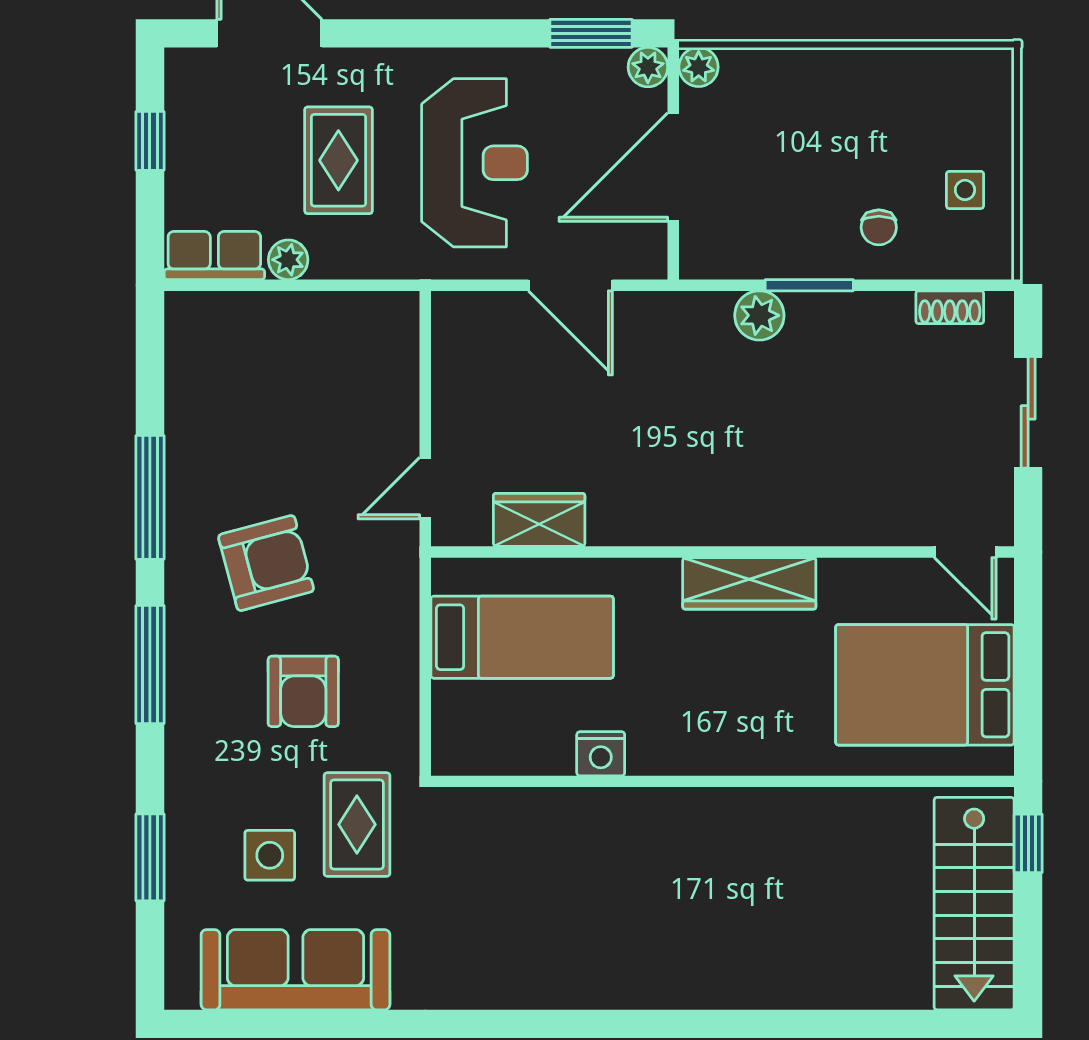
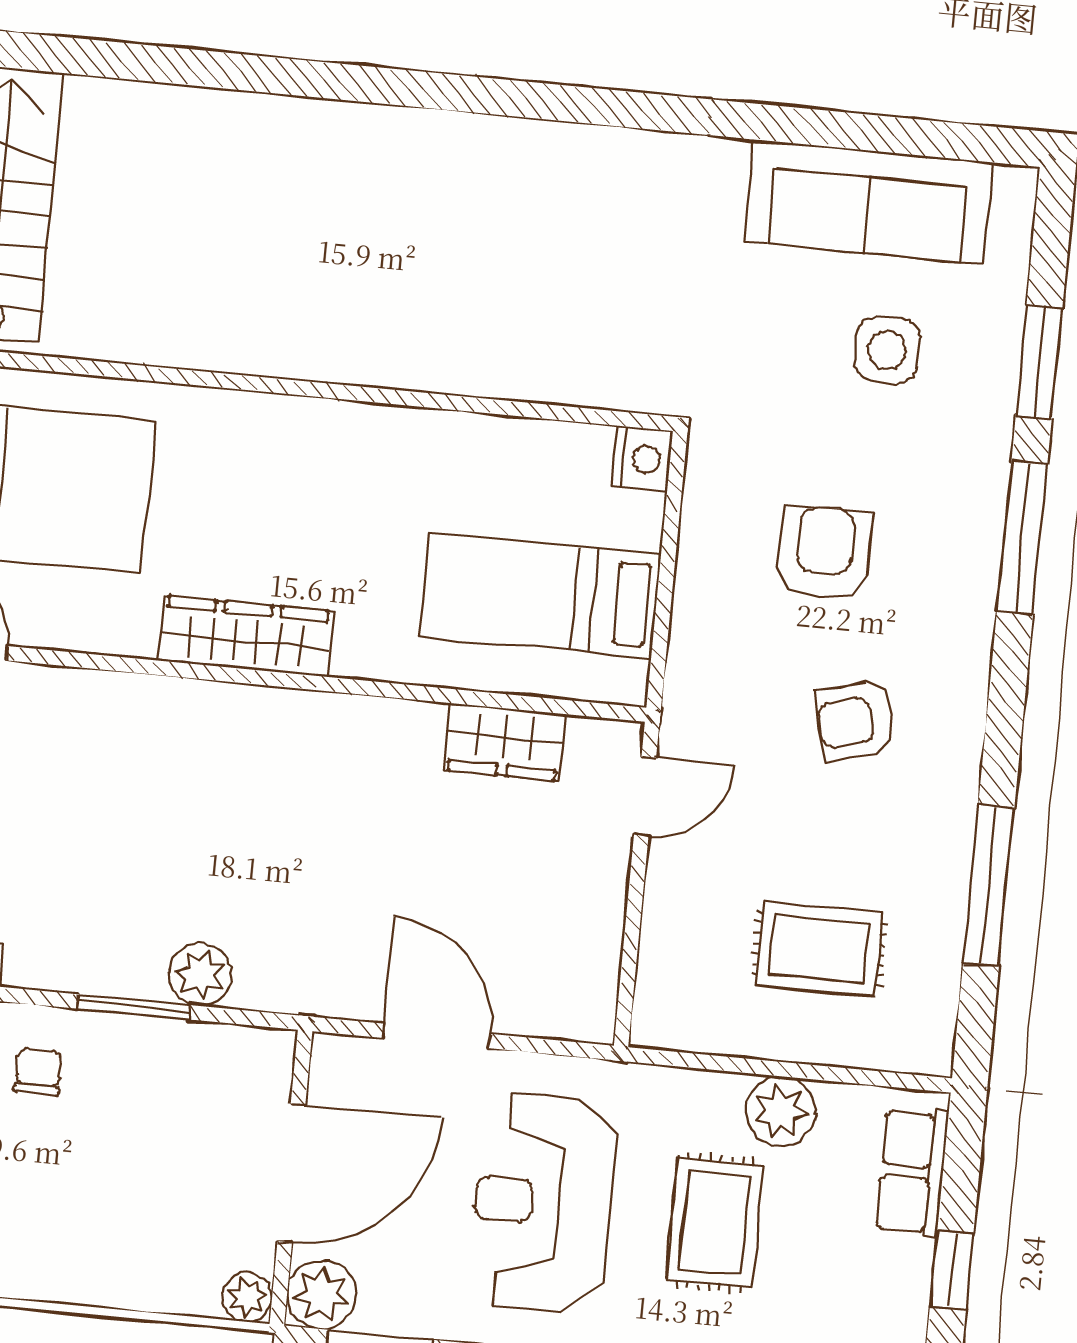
plant: (648, 67) -> (322, 1294), width x1.38, depth x1.38
row of seats: (214, 255) -> (912, 1172), moved, turned 90
plant: (288, 260) -> (781, 1111), width x1.38, depth x1.38
window: (150, 497) -> (989, 885), moved
armchair: (266, 563) -> (856, 721), width x0.72, depth x0.72
window: (150, 665) -> (1022, 537), moved
nightstand: (601, 754) -> (642, 459), moved, turned 90
rug: (357, 824) -> (819, 949), moved, turned 90

